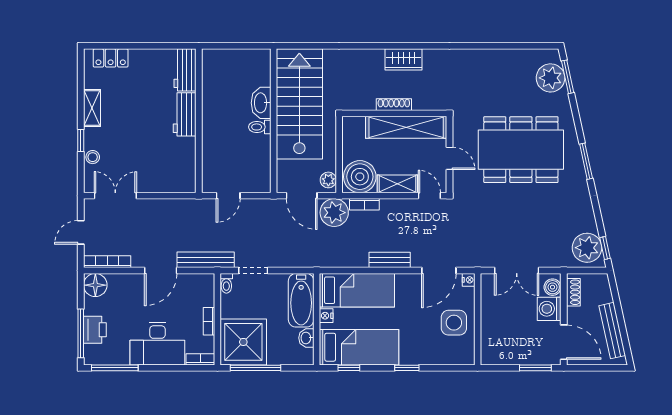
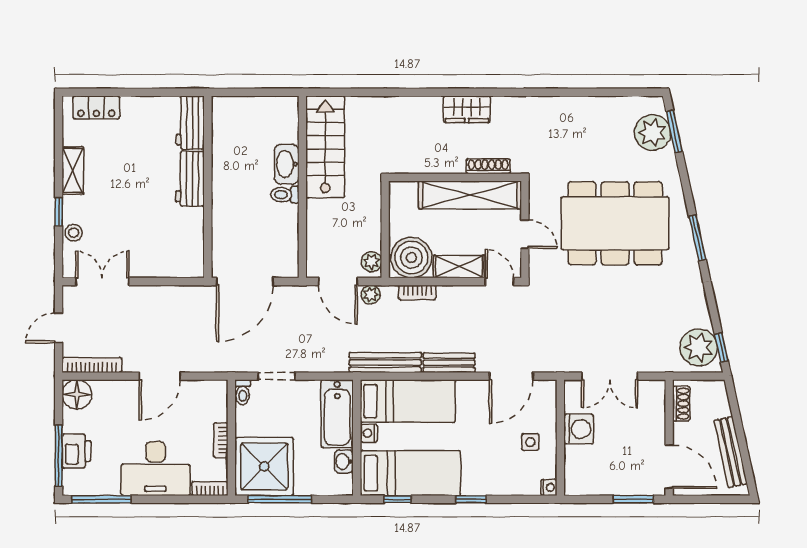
stairs: (299, 104) -> (325, 147), width x0.73, depth x0.66
shoe rack: (394, 105) -> (488, 166), moved
door: (228, 196) -> (245, 282), width x1.88
plant: (334, 213) -> (371, 295), width x0.53, depth x0.53
bench: (206, 260) -> (385, 363), moved
nightstand: (469, 280) -> (549, 487), moved
boiler: (553, 287) -> (655, 397), removed
washing machine: (549, 309) -> (579, 429), moved, turned 180
side table: (454, 323) -> (530, 442), width x0.54, depth x0.54

